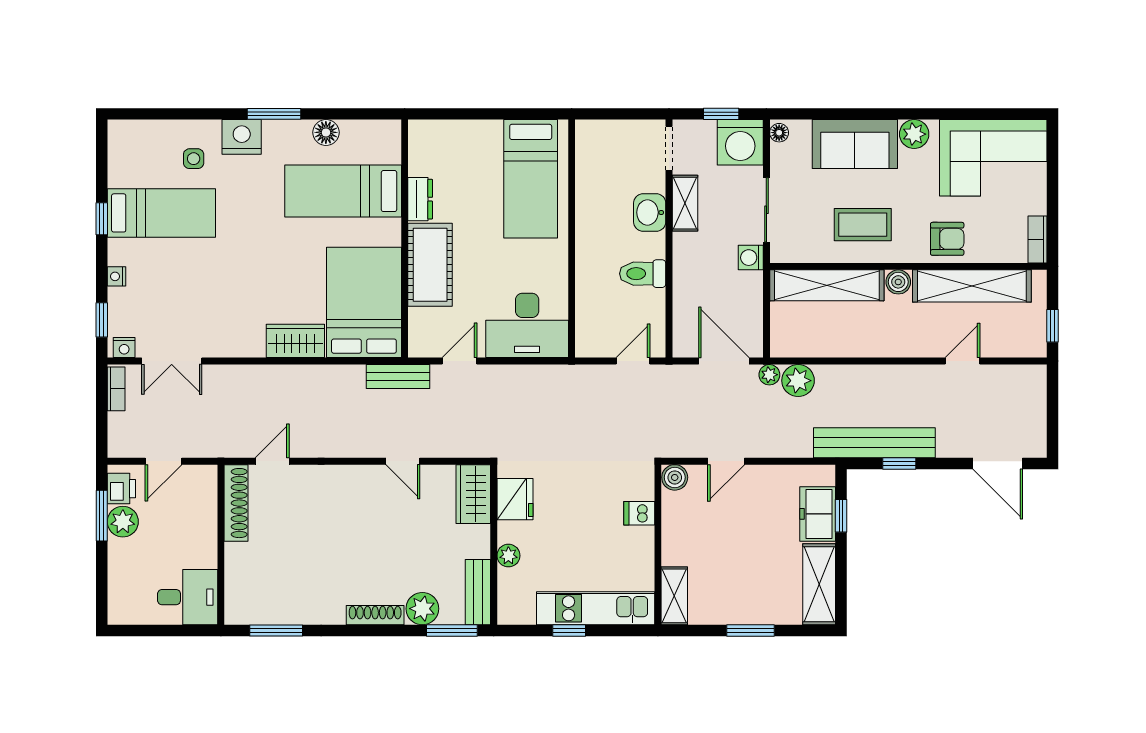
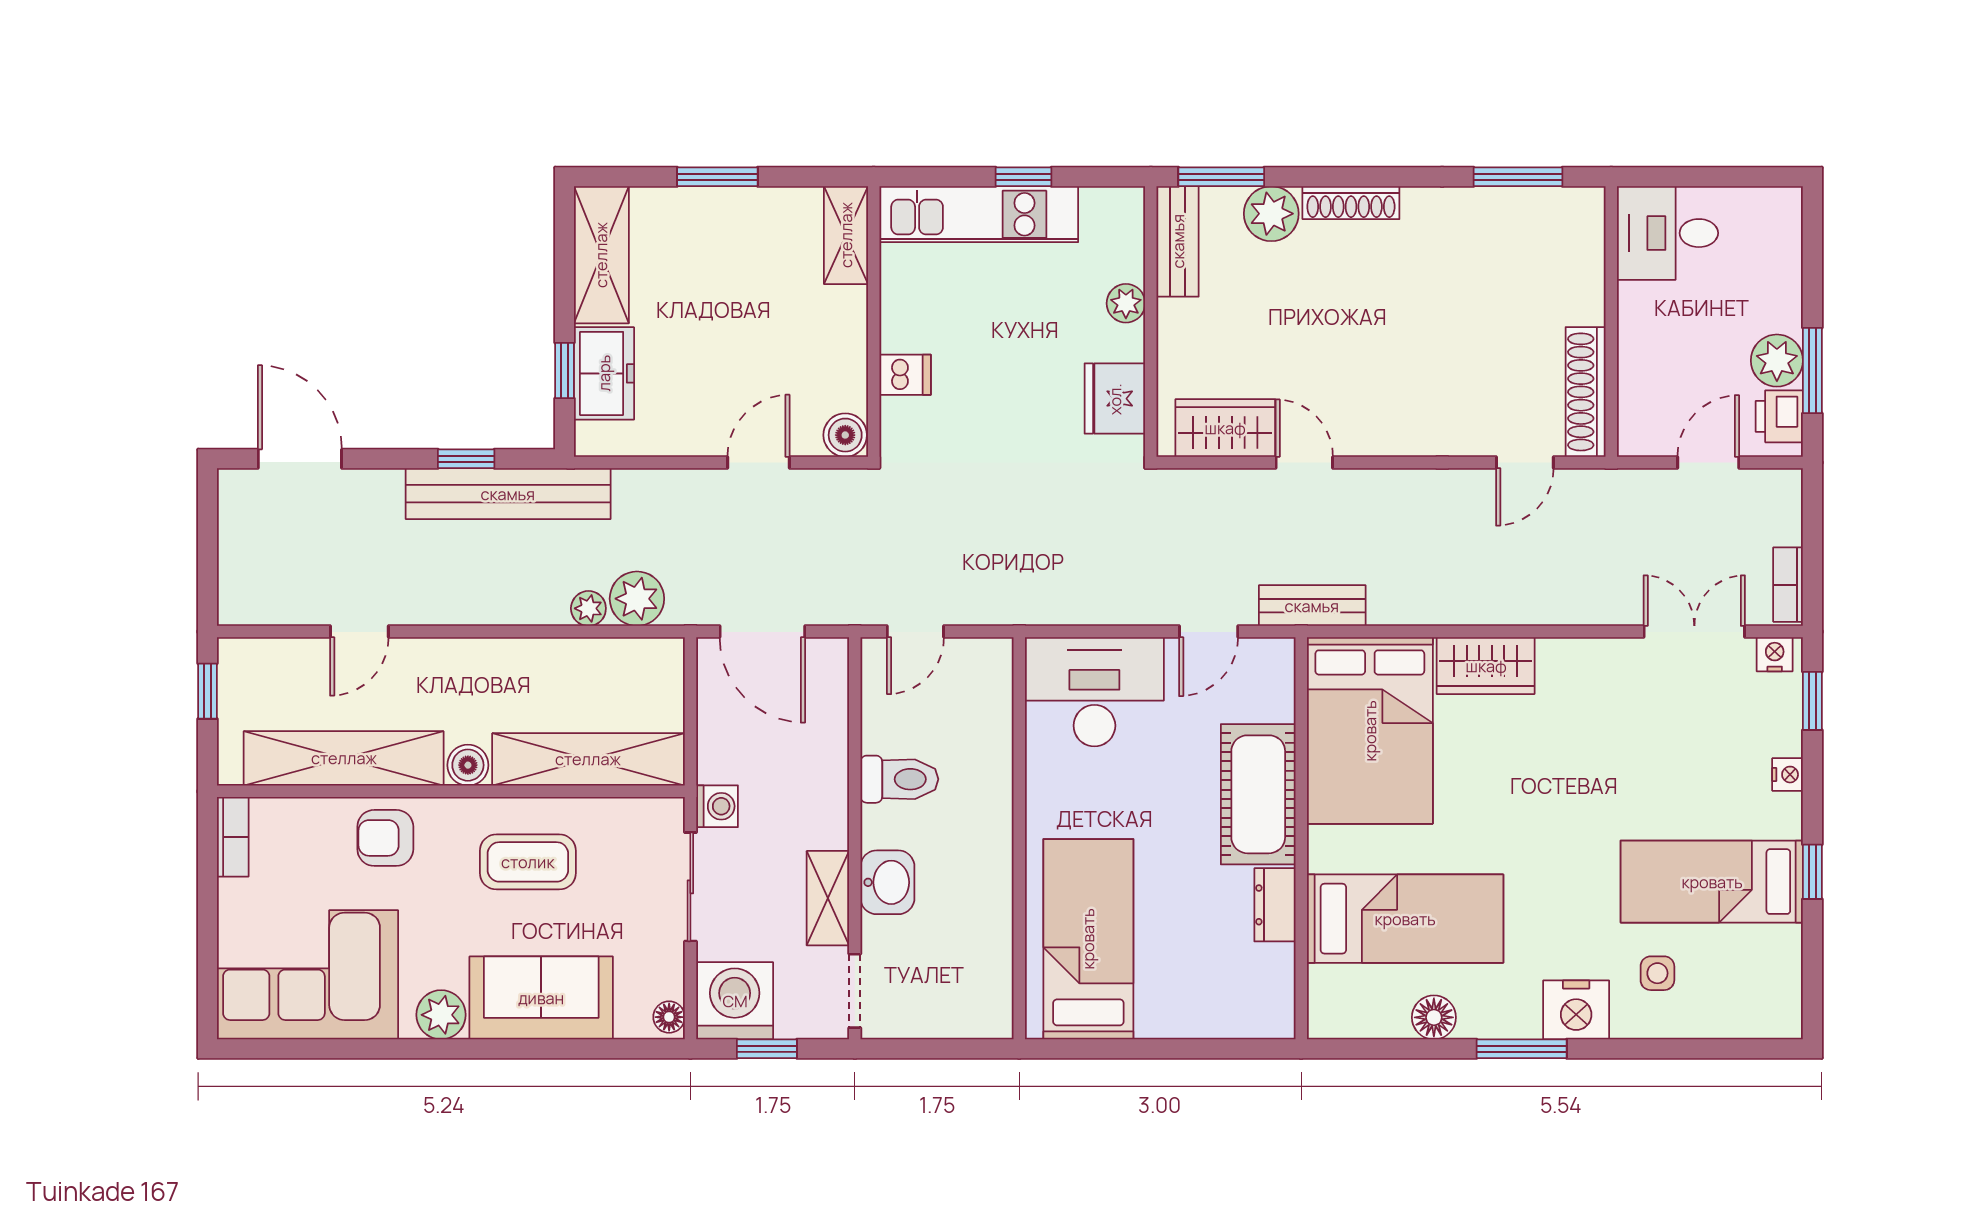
plant: (769, 375) -> (588, 608), moved
wardrobe: (473, 494) -> (1225, 428), moved, turned -90

